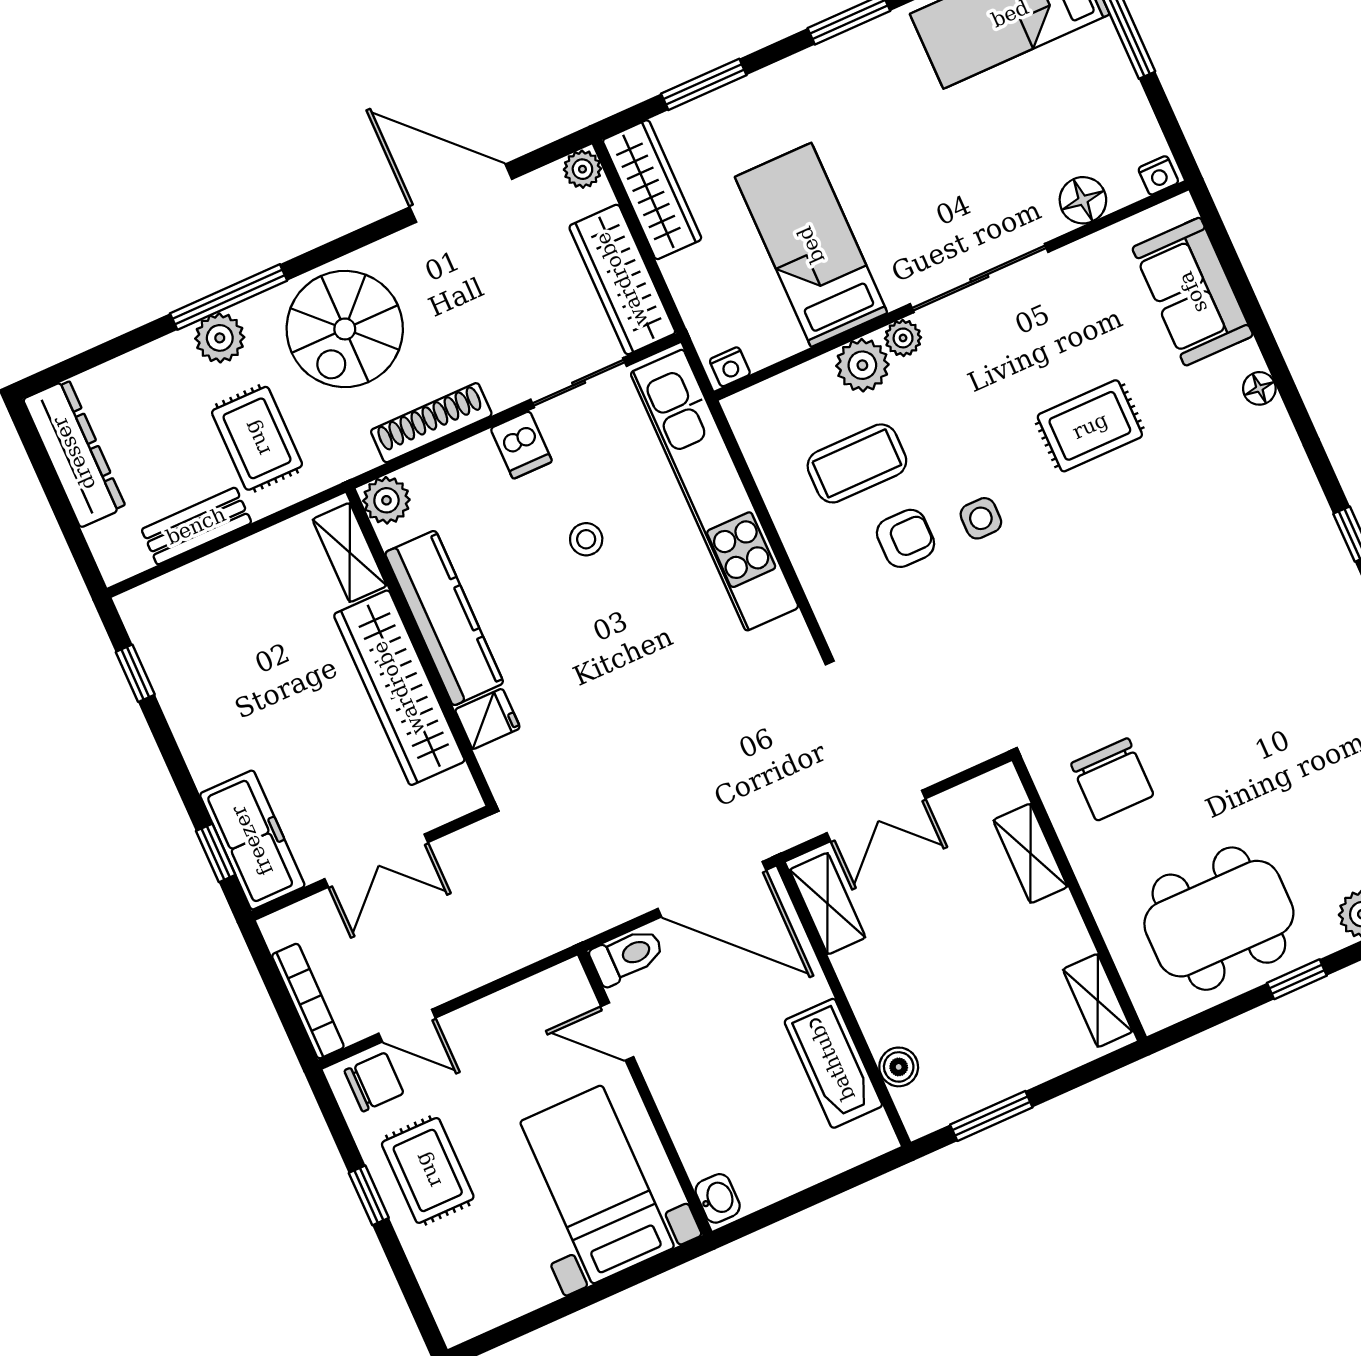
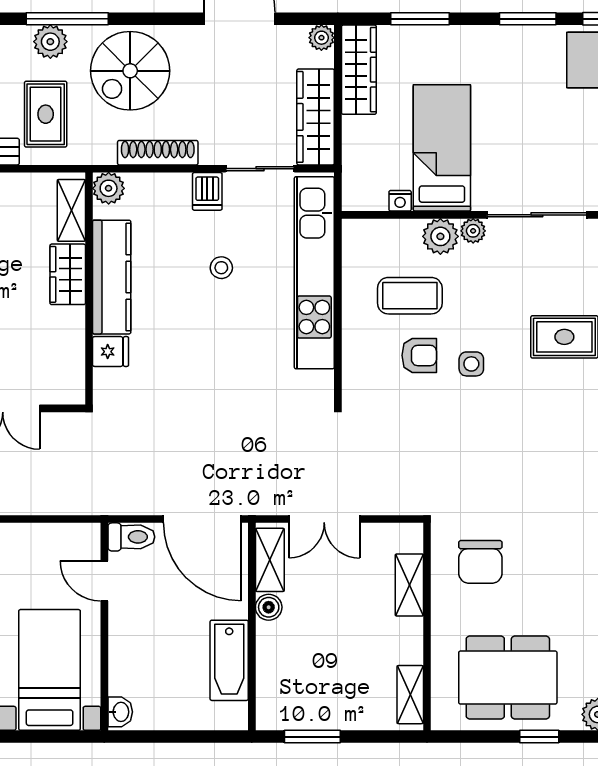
nightstand: (730, 367) -> (400, 201), moved
wardrobe: (399, 688) -> (68, 274), width x0.48, depth x0.85
boiler: (899, 1067) -> (269, 607), moved

